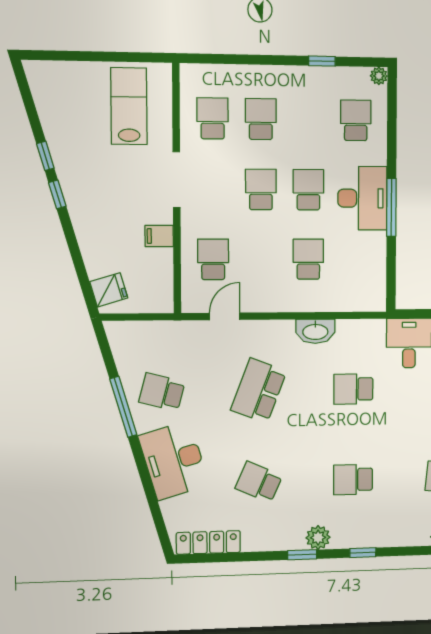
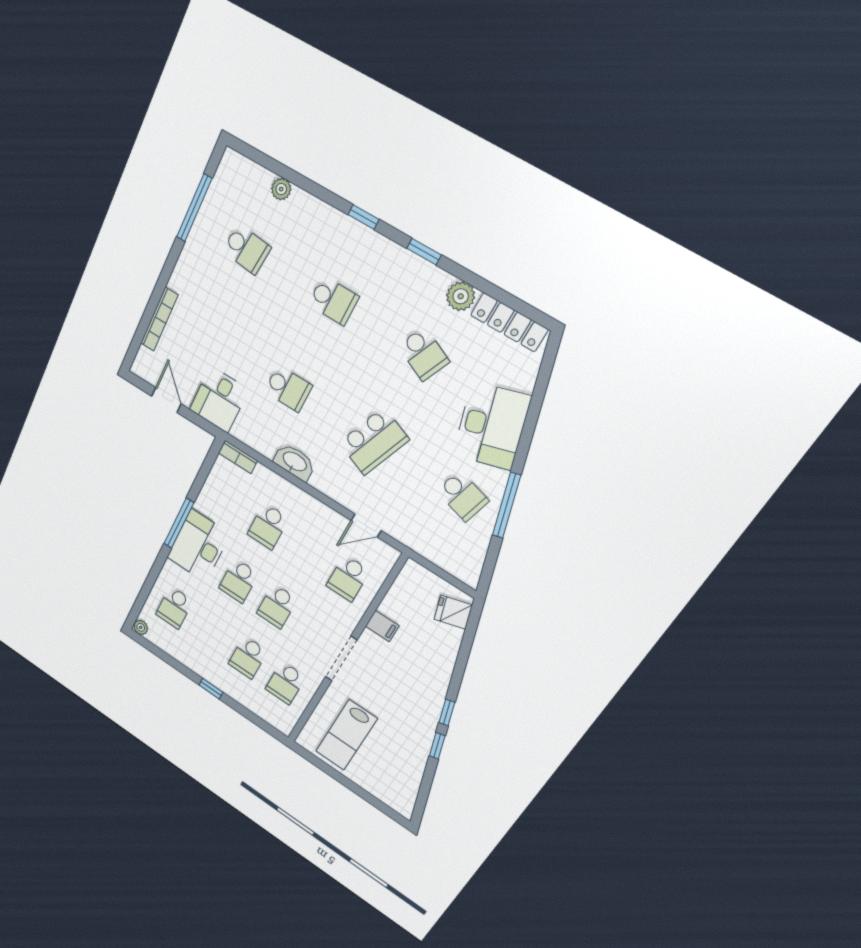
window: (322, 61) -> (211, 689), moved
bookcase: (367, 304) -> (238, 457), added
plant: (318, 538) -> (461, 296), moved

